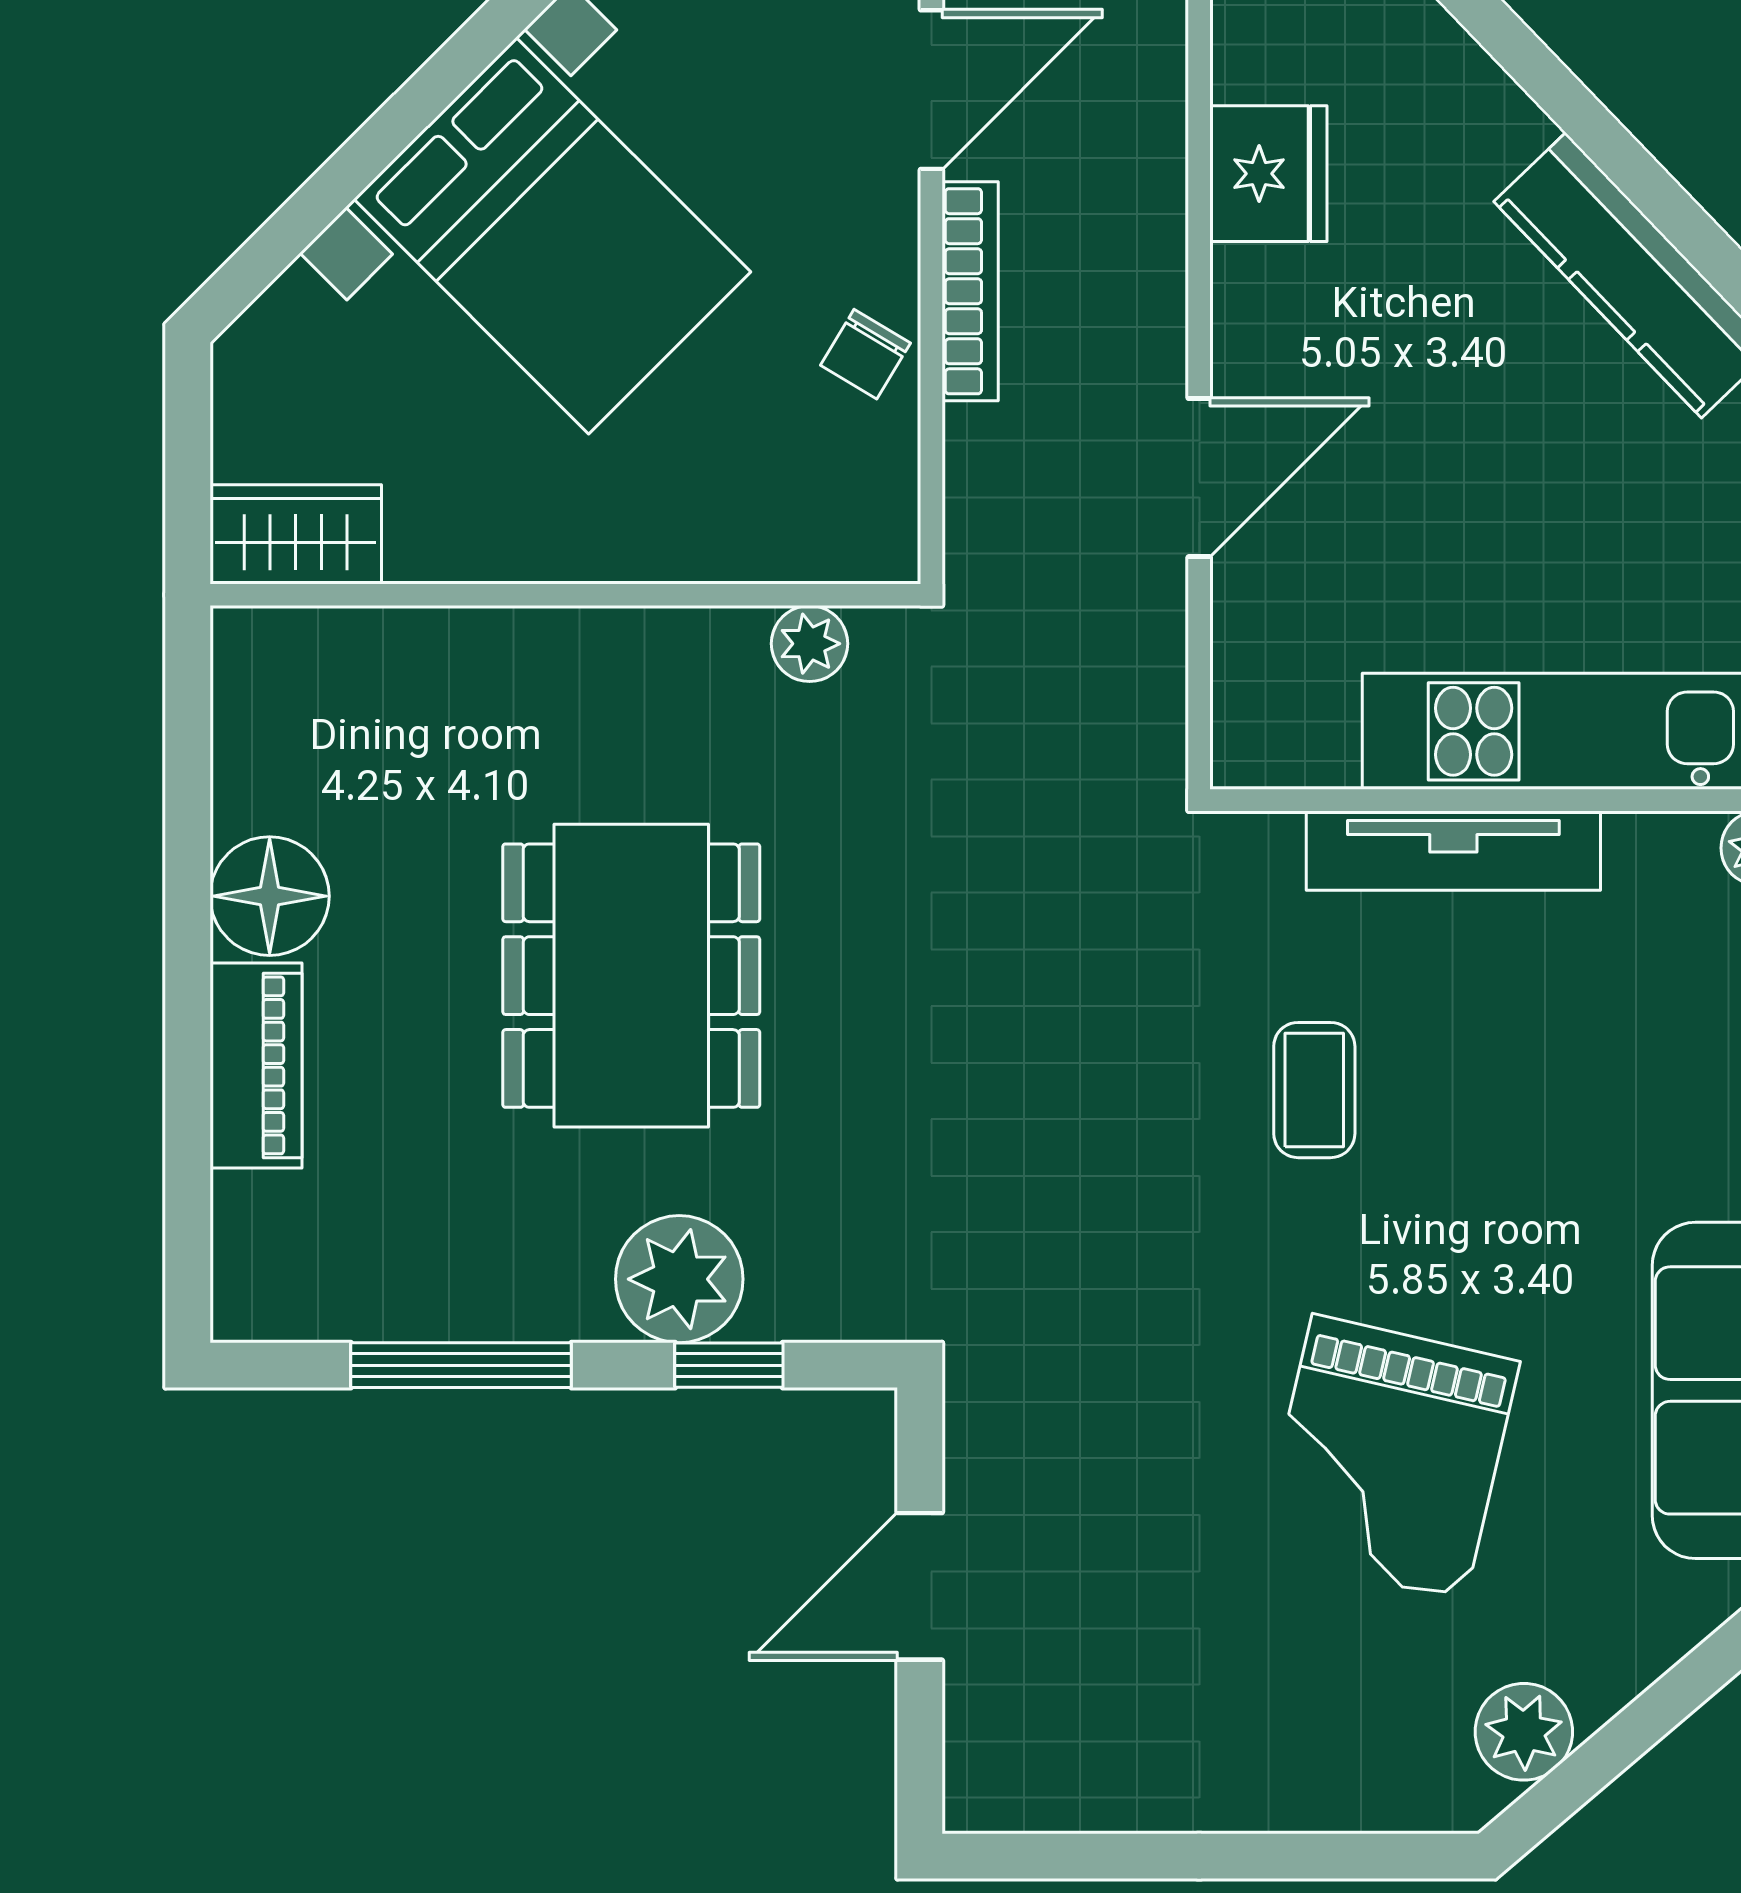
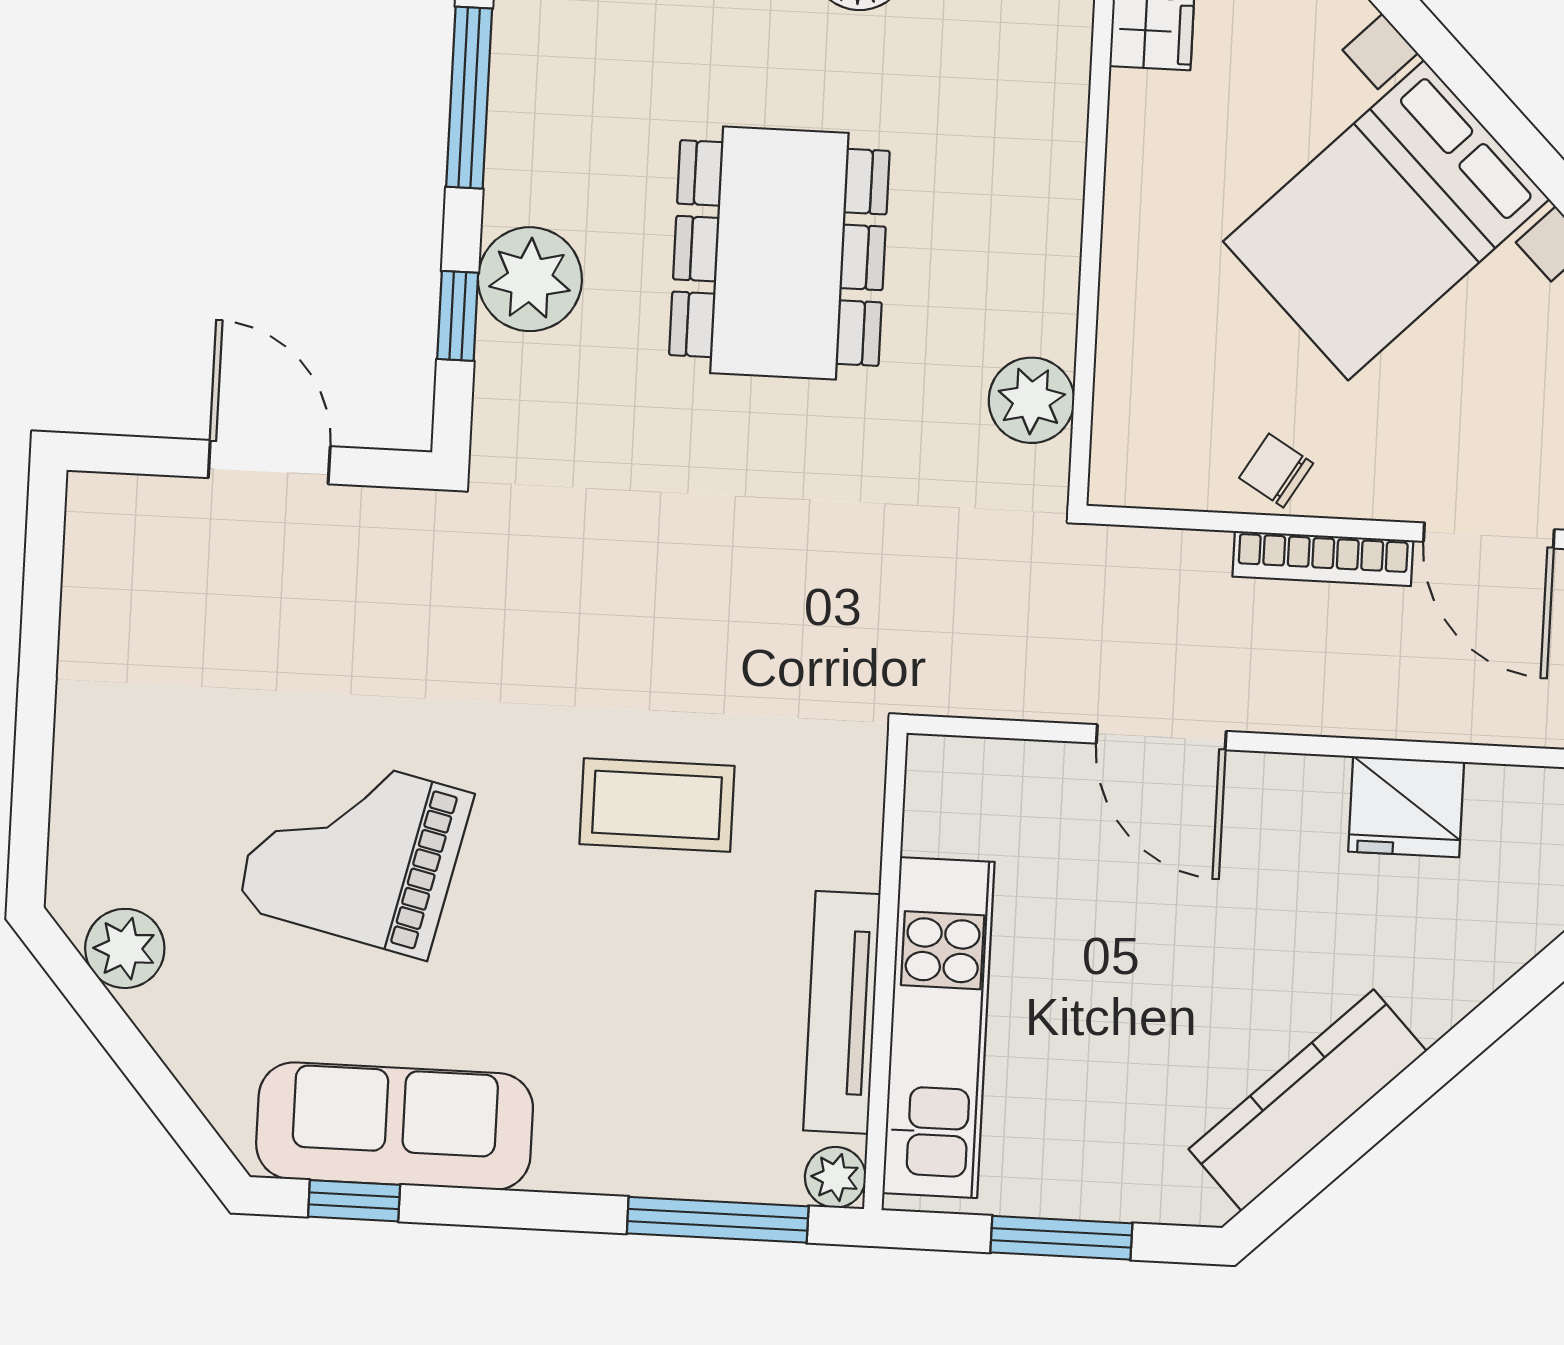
plant: (810, 644) -> (1031, 400), width x1.38, depth x1.38
tv unit: (1453, 851) -> (842, 1012), moved
dining table: (631, 976) -> (779, 253), turned 90
coffee table: (1314, 1090) -> (657, 805), width x1.36, depth x1.30

